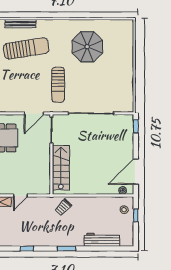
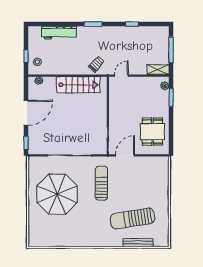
parasol: (87, 47) -> (57, 194), moved, width x1.36, depth x1.36
stairs: (61, 168) -> (78, 85), moved, turned -90
door: (136, 172) -> (26, 113), moved
door: (20, 196) -> (121, 76), moved

